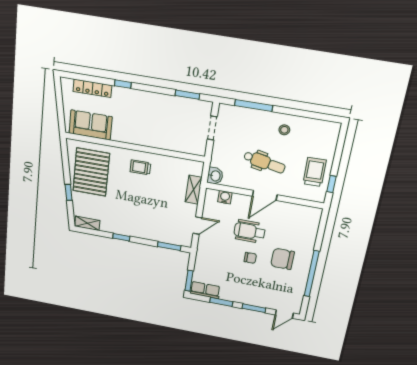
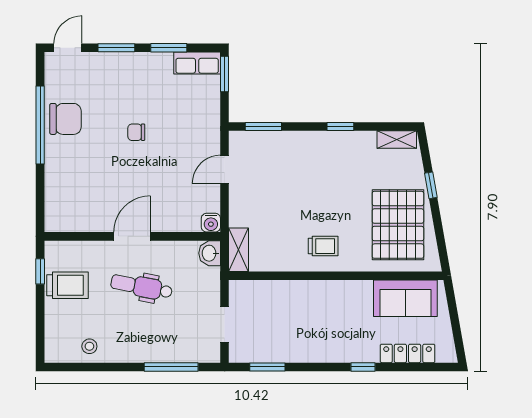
stool: (284, 130) -> (89, 346), moved
trolley: (315, 172) -> (68, 285), turned -89
shelving: (193, 190) -> (239, 250), moved
water cooler: (225, 197) -> (211, 223), moved
wheelchair: (250, 231) -> (145, 175), removed
chair: (283, 259) -> (65, 119), moved

